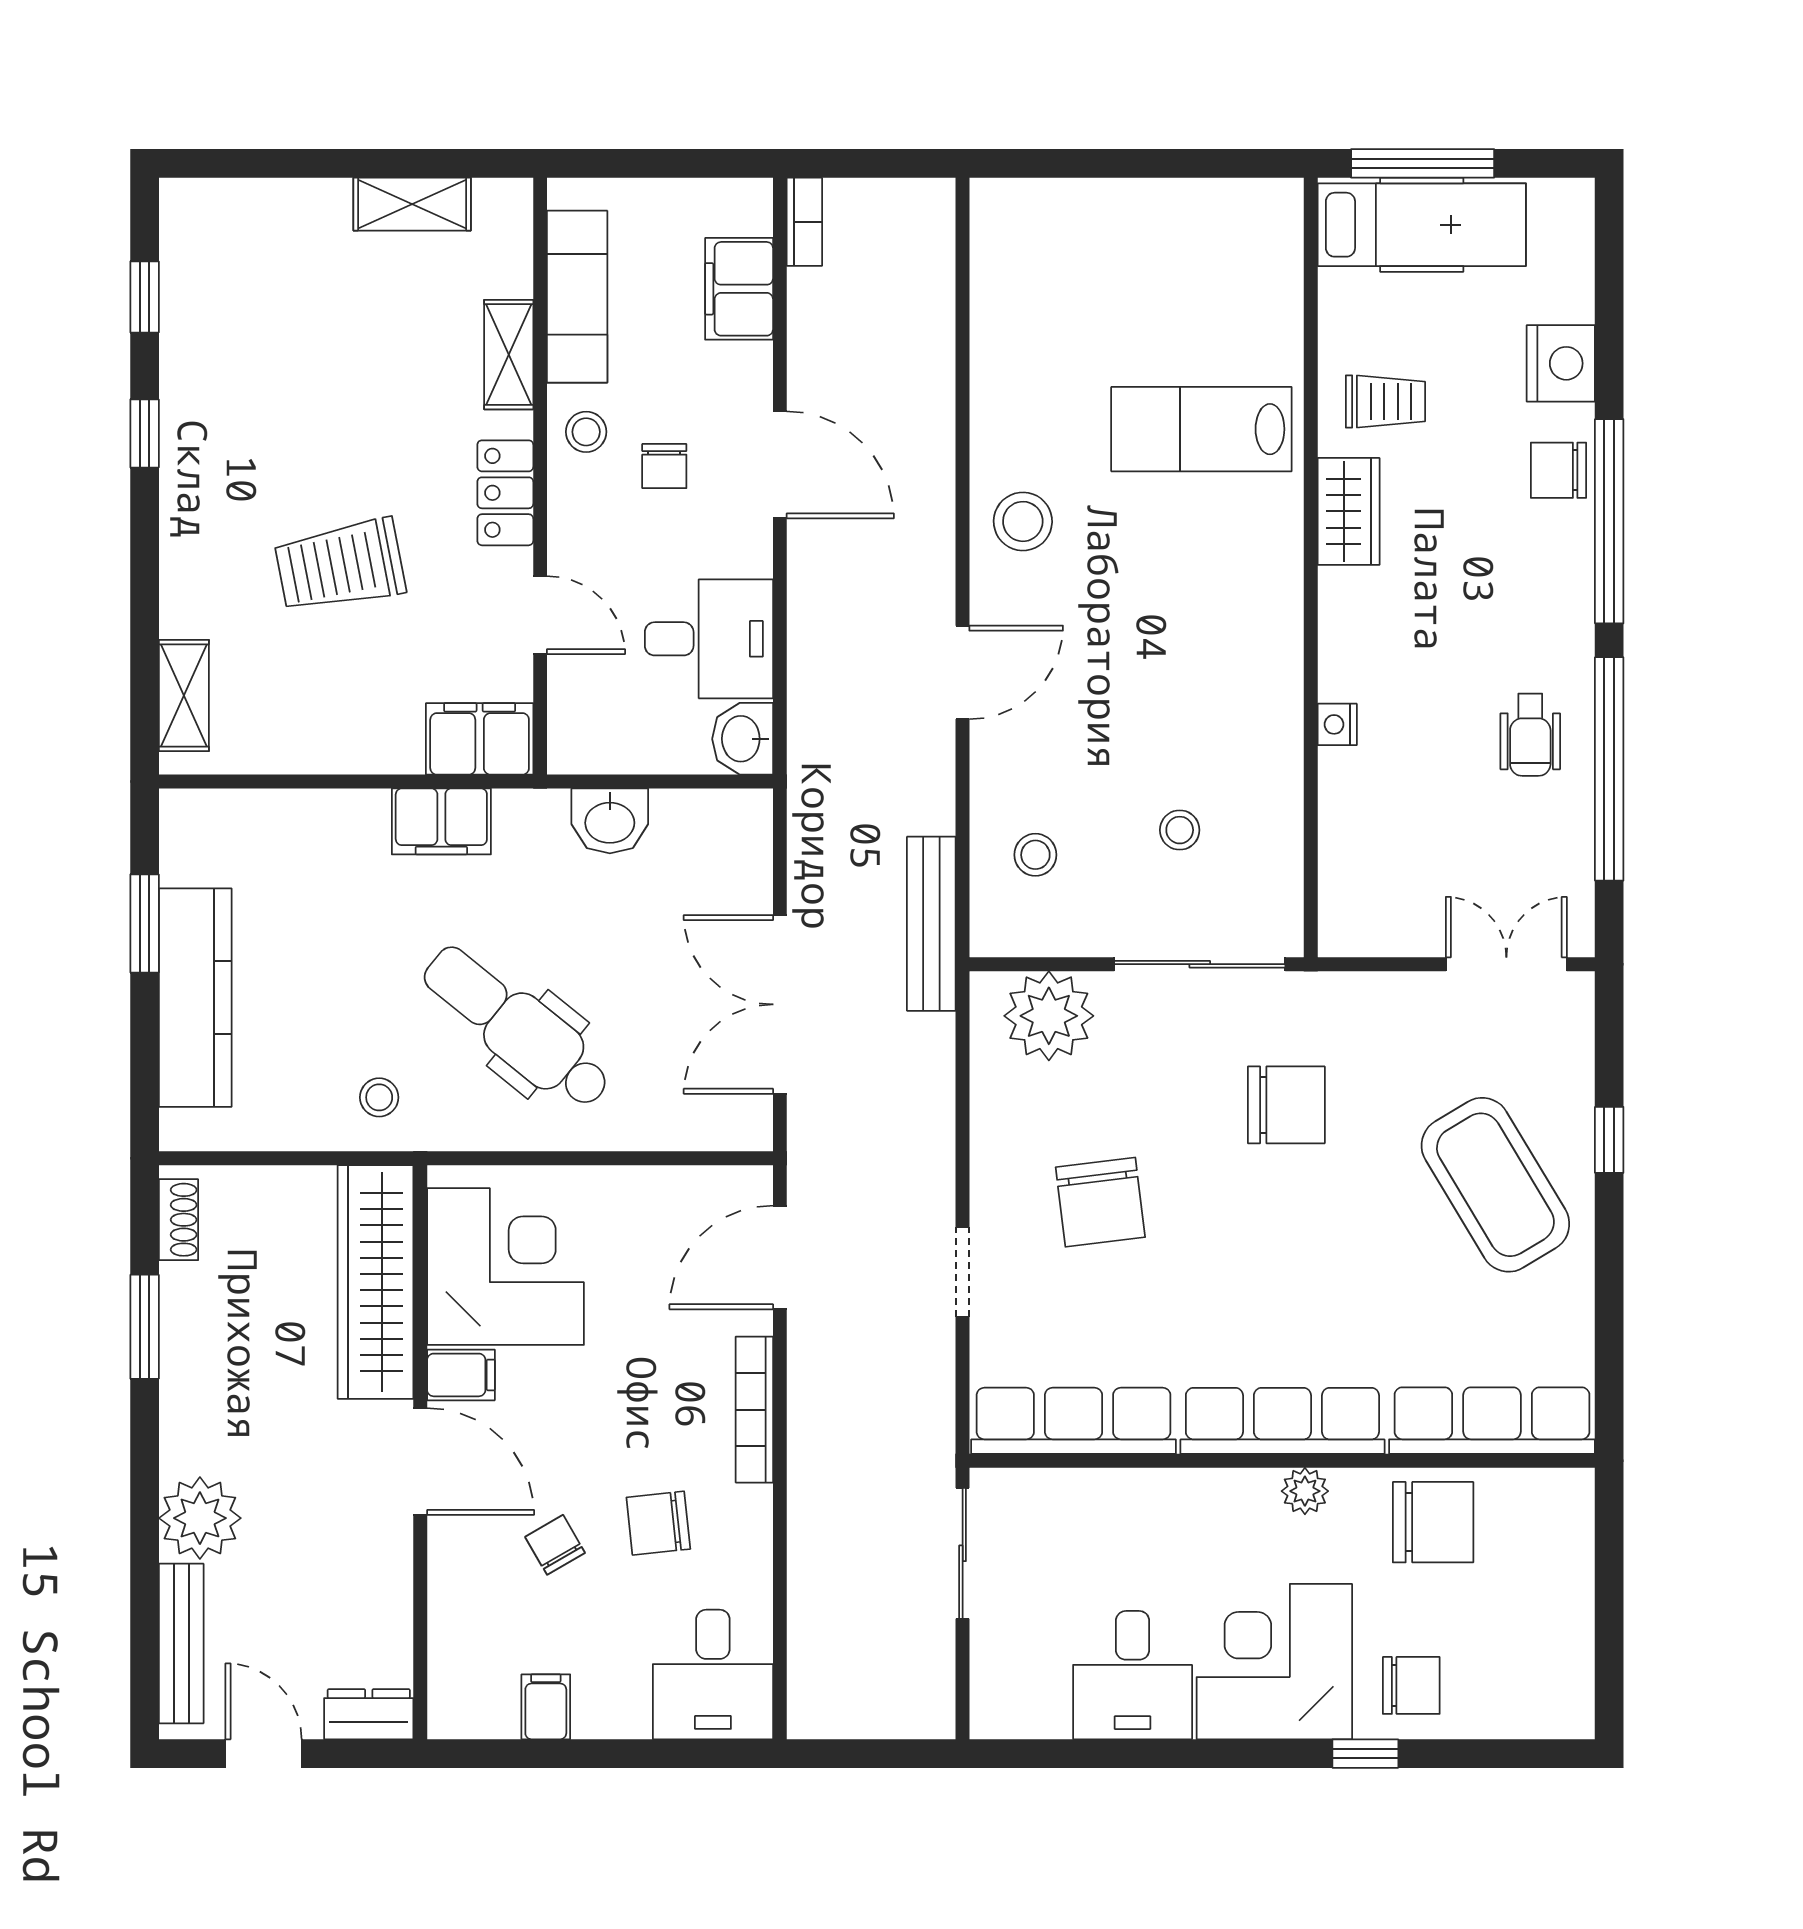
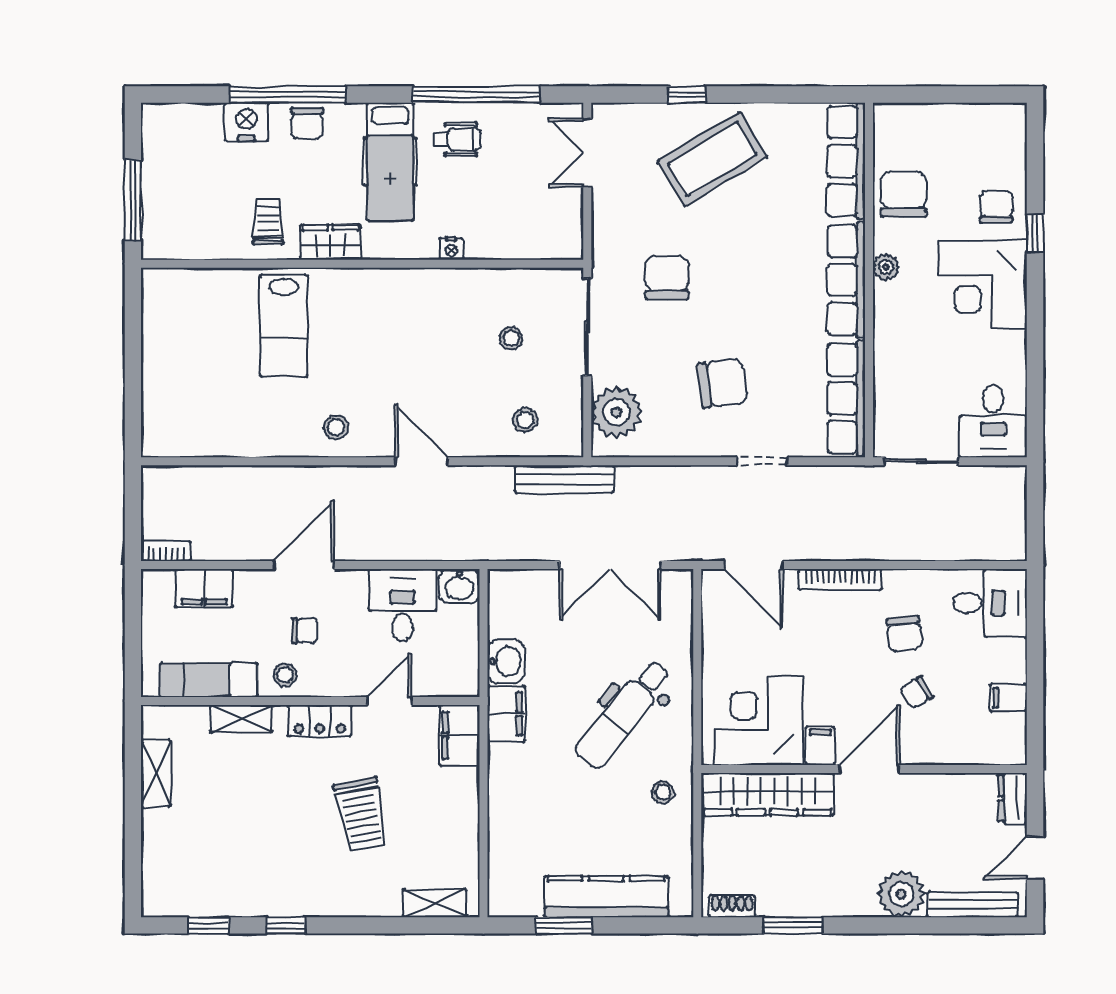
hospital bed: (1422, 225) -> (390, 162), moved, turned 180
stool: (1023, 521) -> (336, 427), width x0.73, depth x0.73
window: (1609, 521) -> (288, 94), moved
filing cabinet: (441, 821) -> (506, 714), moved
desk: (1133, 1675) -> (993, 421), moved, turned 90

